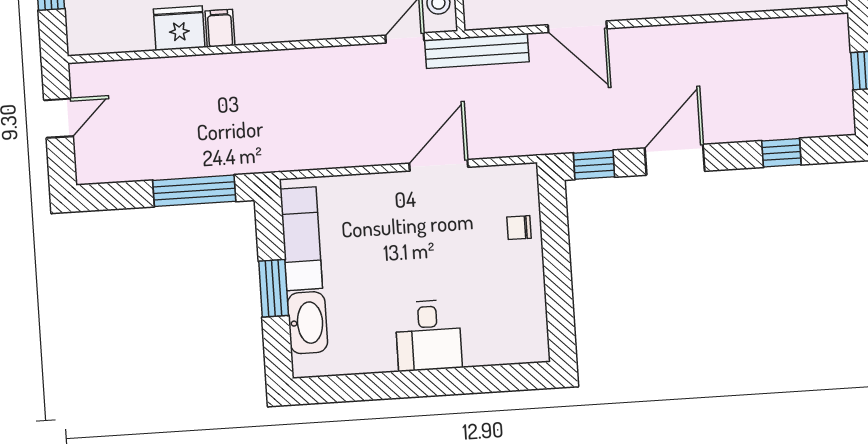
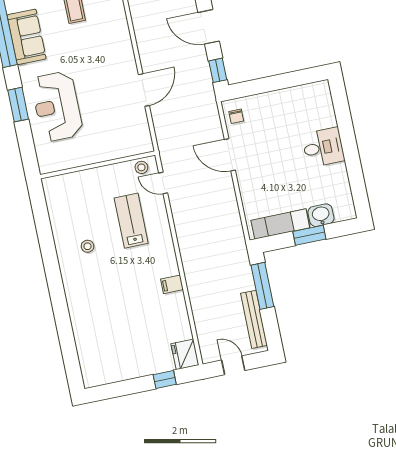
fridge: (179, 28) -> (185, 354), moved
bench: (477, 51) -> (254, 319), moved
chair: (519, 228) -> (236, 116), moved
washbasin: (307, 323) -> (321, 215), width x0.72

